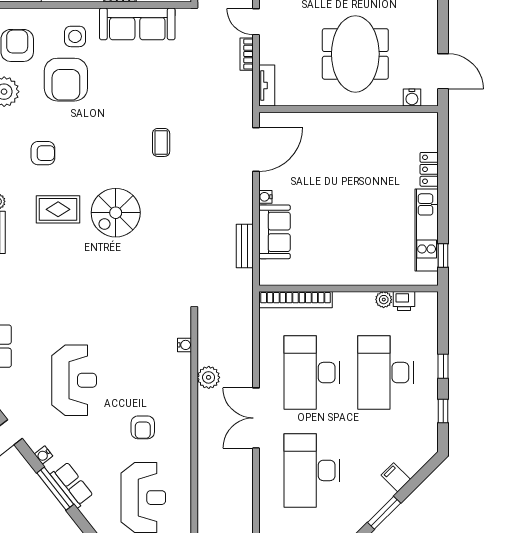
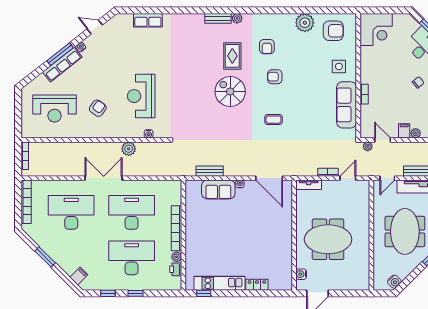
armchair: (66, 80) -> (275, 77), moved, width x0.53, depth x0.53
bookcase: (296, 300) -> (177, 228), moved
reception desk: (74, 380) -> (141, 96), moved, turned 90
armchair: (143, 427) -> (98, 108), turned 126
filing cabinet: (396, 477) -> (79, 276), moved
row of seats: (72, 485) -> (62, 64), width x1.48

